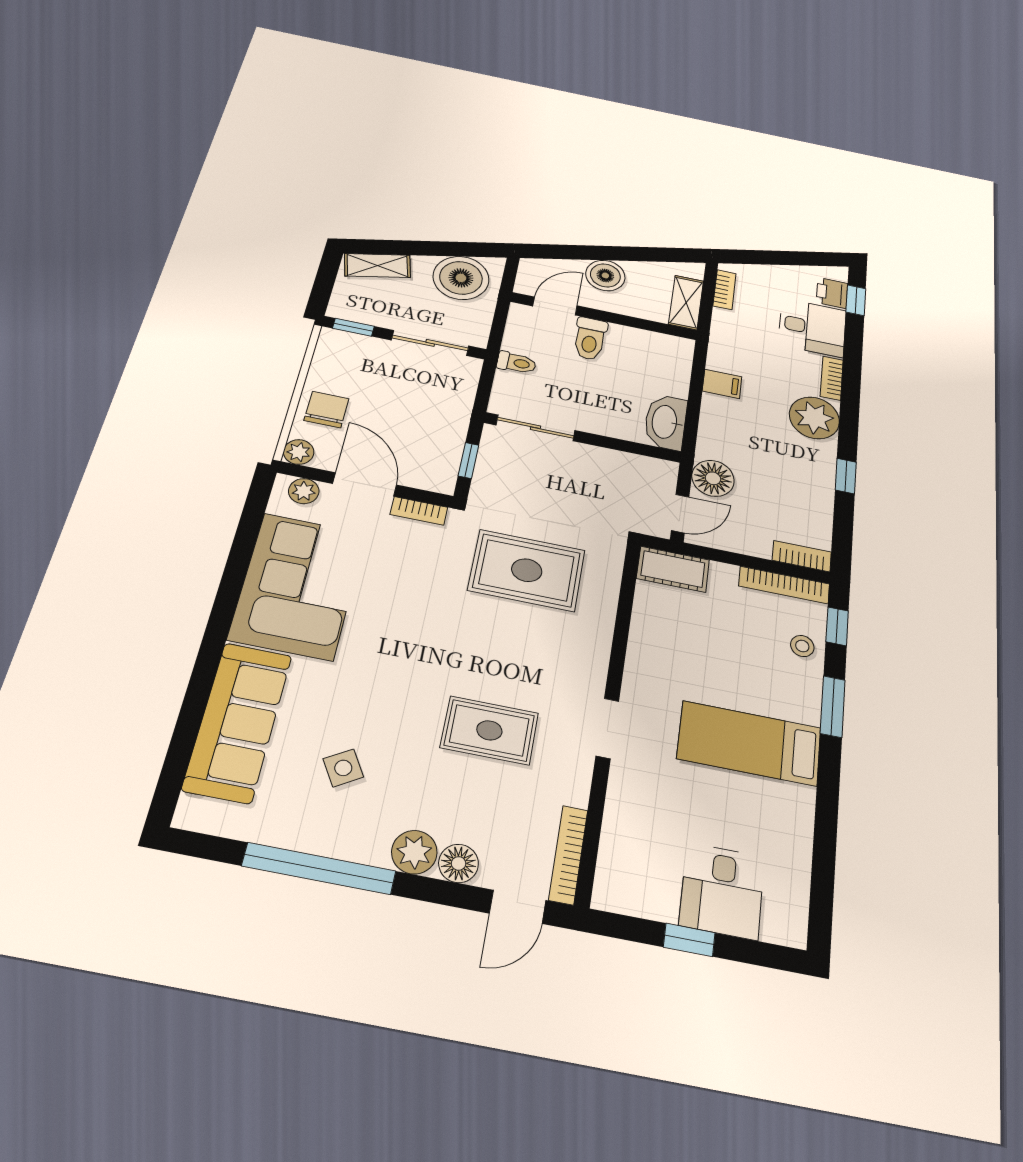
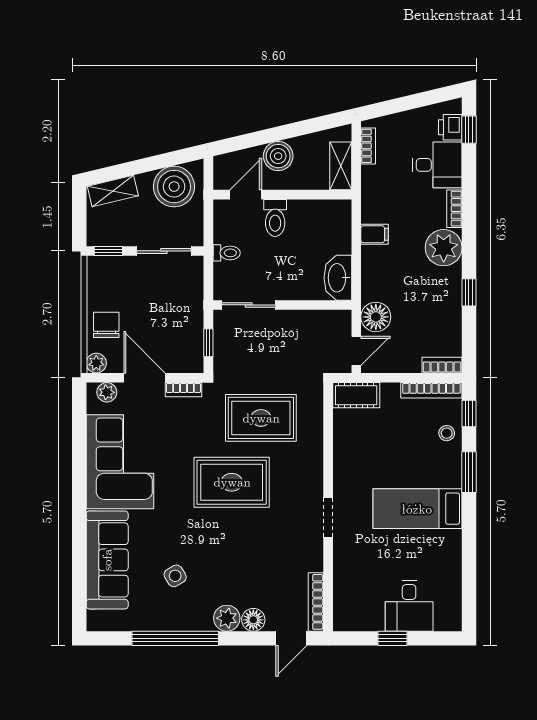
rug: (489, 730) -> (232, 482), moved, width x1.36, depth x1.43

